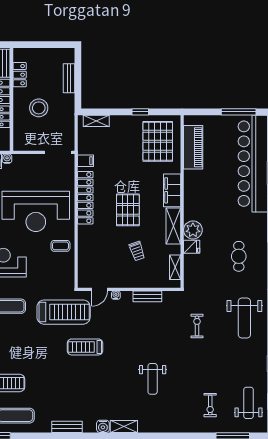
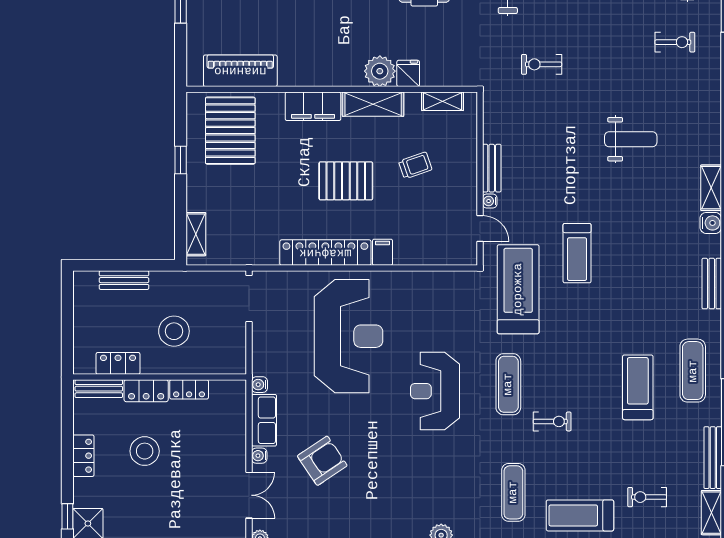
pallet: (158, 141) -> (230, 131), turned 90
filing cabinet: (86, 161) -> (382, 252), moved
coffee table: (60, 246) -> (407, 294), removed
bench: (147, 296) -> (492, 168), moved

